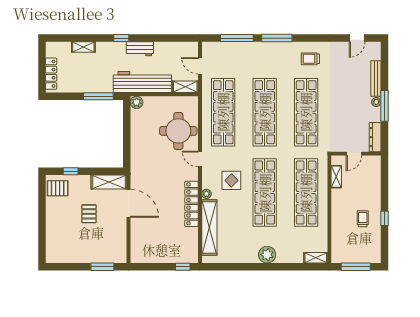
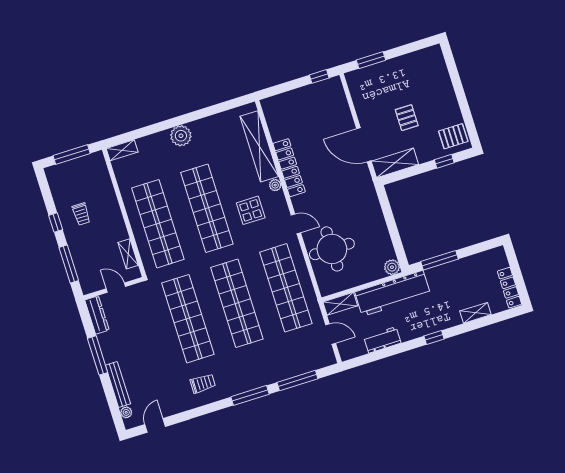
workbench: (140, 49) -> (382, 340), moved
locker: (51, 74) -> (509, 288), moved
plant: (376, 102) -> (126, 412), moved
door: (354, 154) -> (116, 288), hinge flipped
window: (384, 183) -> (69, 264), added
window: (183, 267) -> (319, 76), moved

